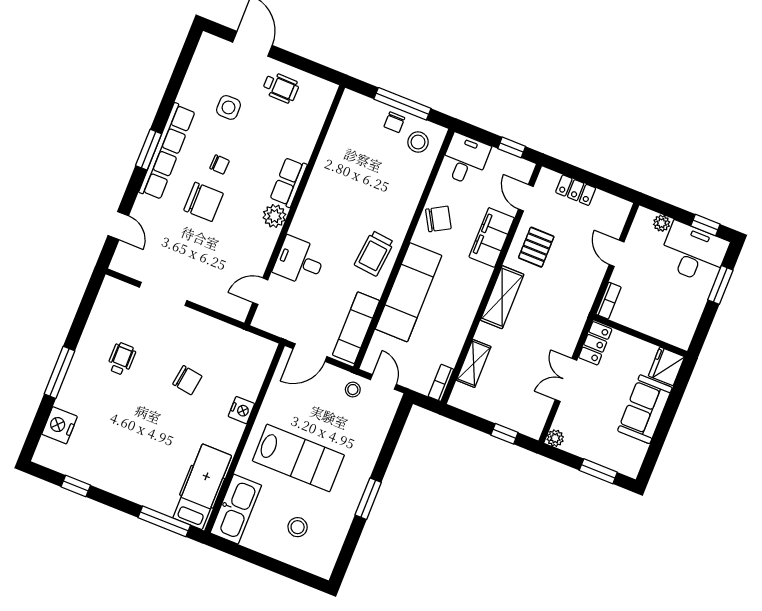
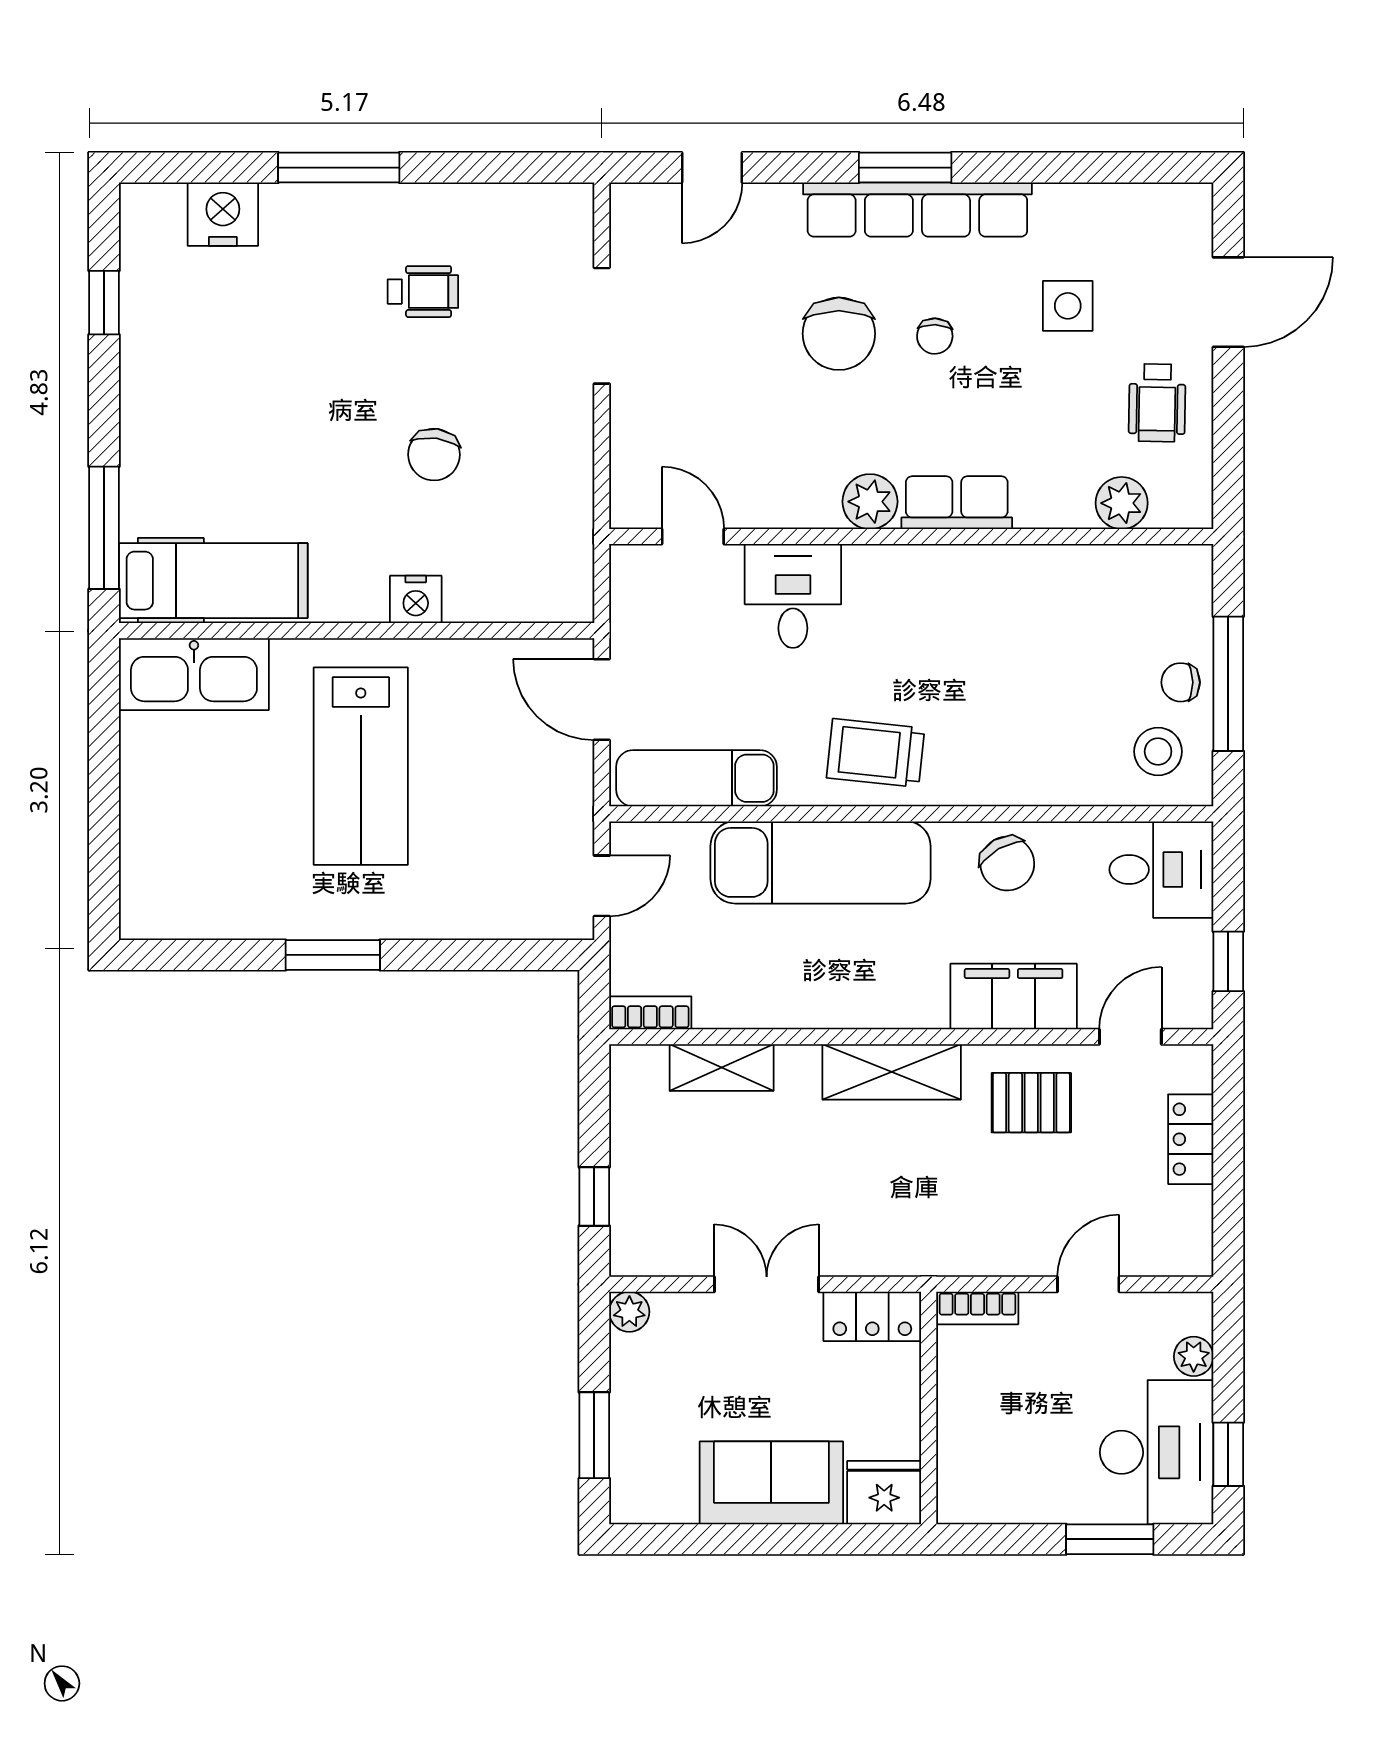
plant: (315, 117) -> (1122, 503), added
stool: (353, 390) -> (558, 825), removed
stool: (298, 527) -> (208, 825), removed

